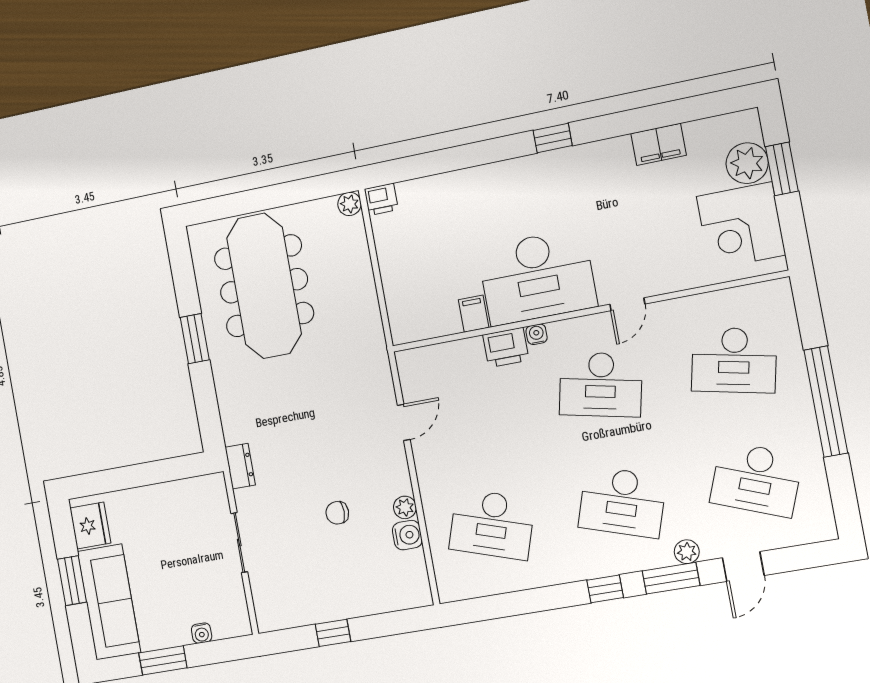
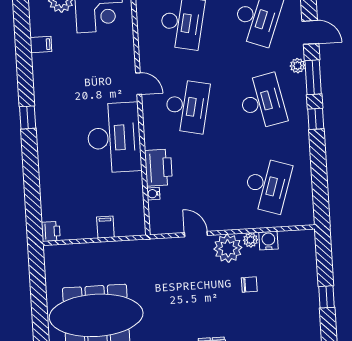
filing cabinet: (659, 144) -> (41, 45), width x0.50
plant: (349, 204) -> (228, 248), moved, width x1.88, depth x1.88
filing cabinet: (474, 314) -> (105, 227), moved, turned 90
water cooler: (537, 334) -> (153, 194), moved
printer: (506, 347) -> (158, 168), width x1.37, depth x1.19
desk: (622, 502) -> (262, 102), turned -30
chair: (337, 513) -> (249, 285), turned -90

